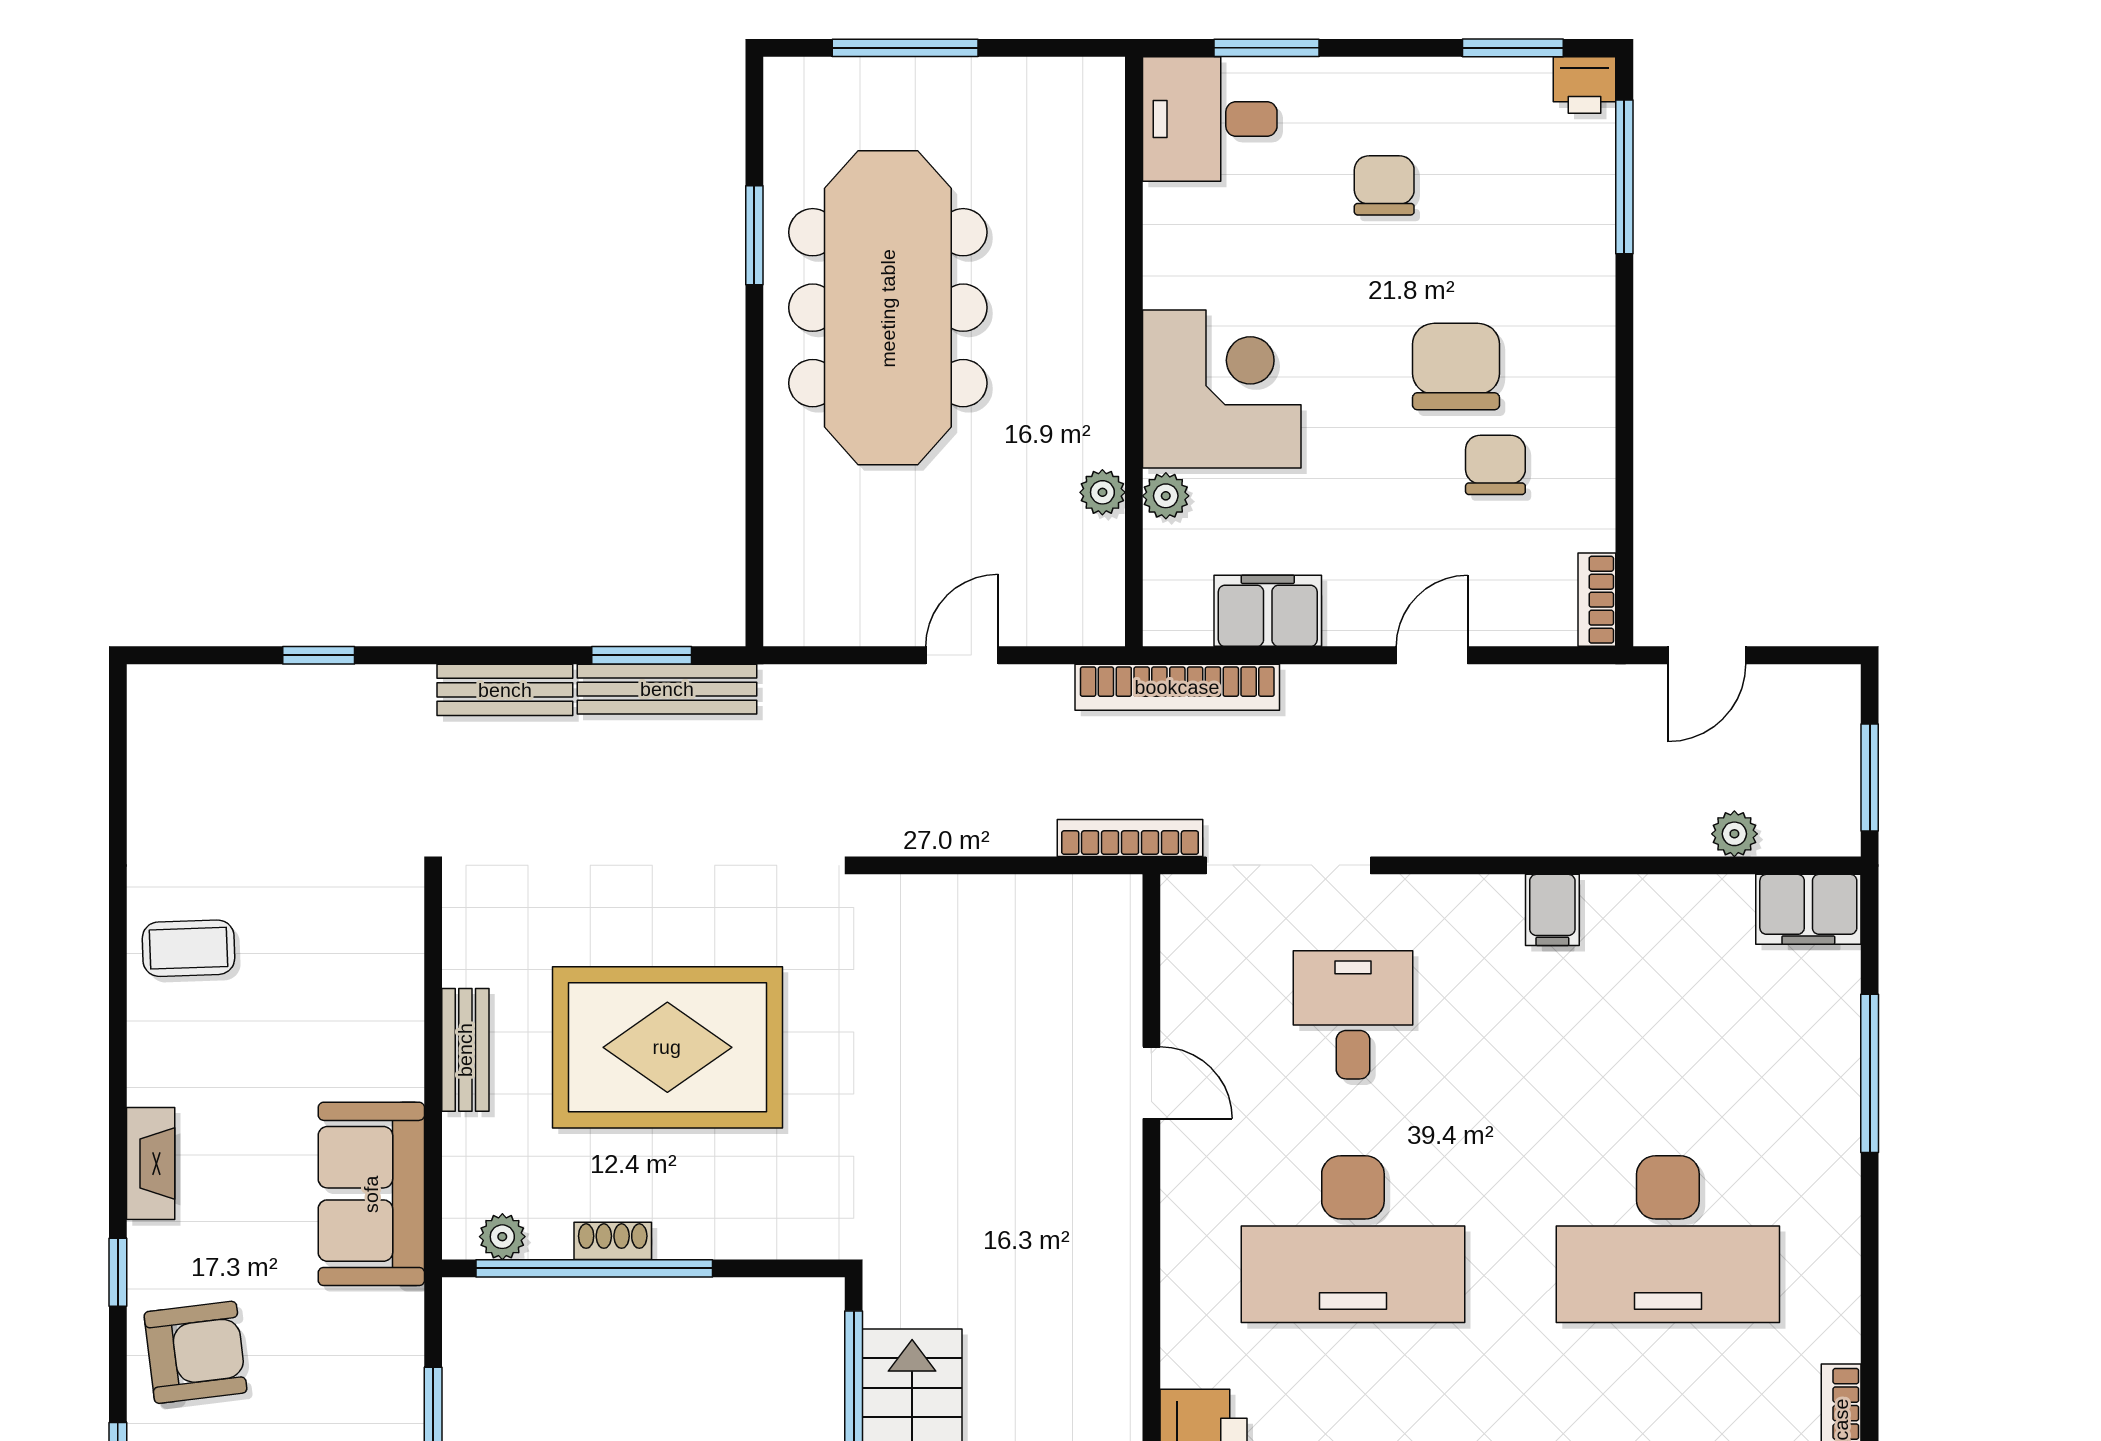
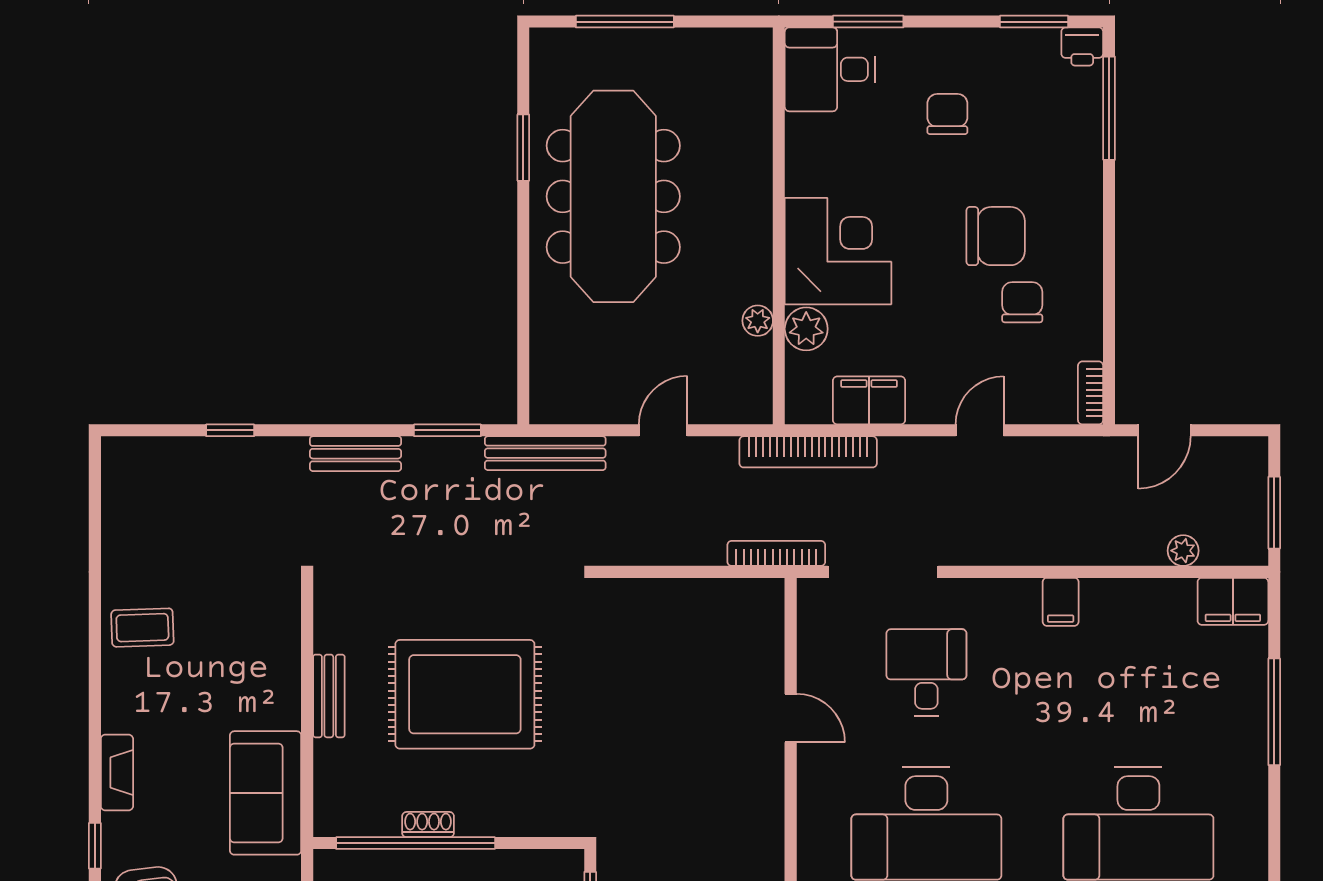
chair: (1456, 367) -> (996, 236), turned 90
plant: (1166, 496) -> (806, 329), width x1.38, depth x1.38
bench: (667, 689) -> (545, 453), moved
plant: (502, 1237) -> (354, 822), removed

